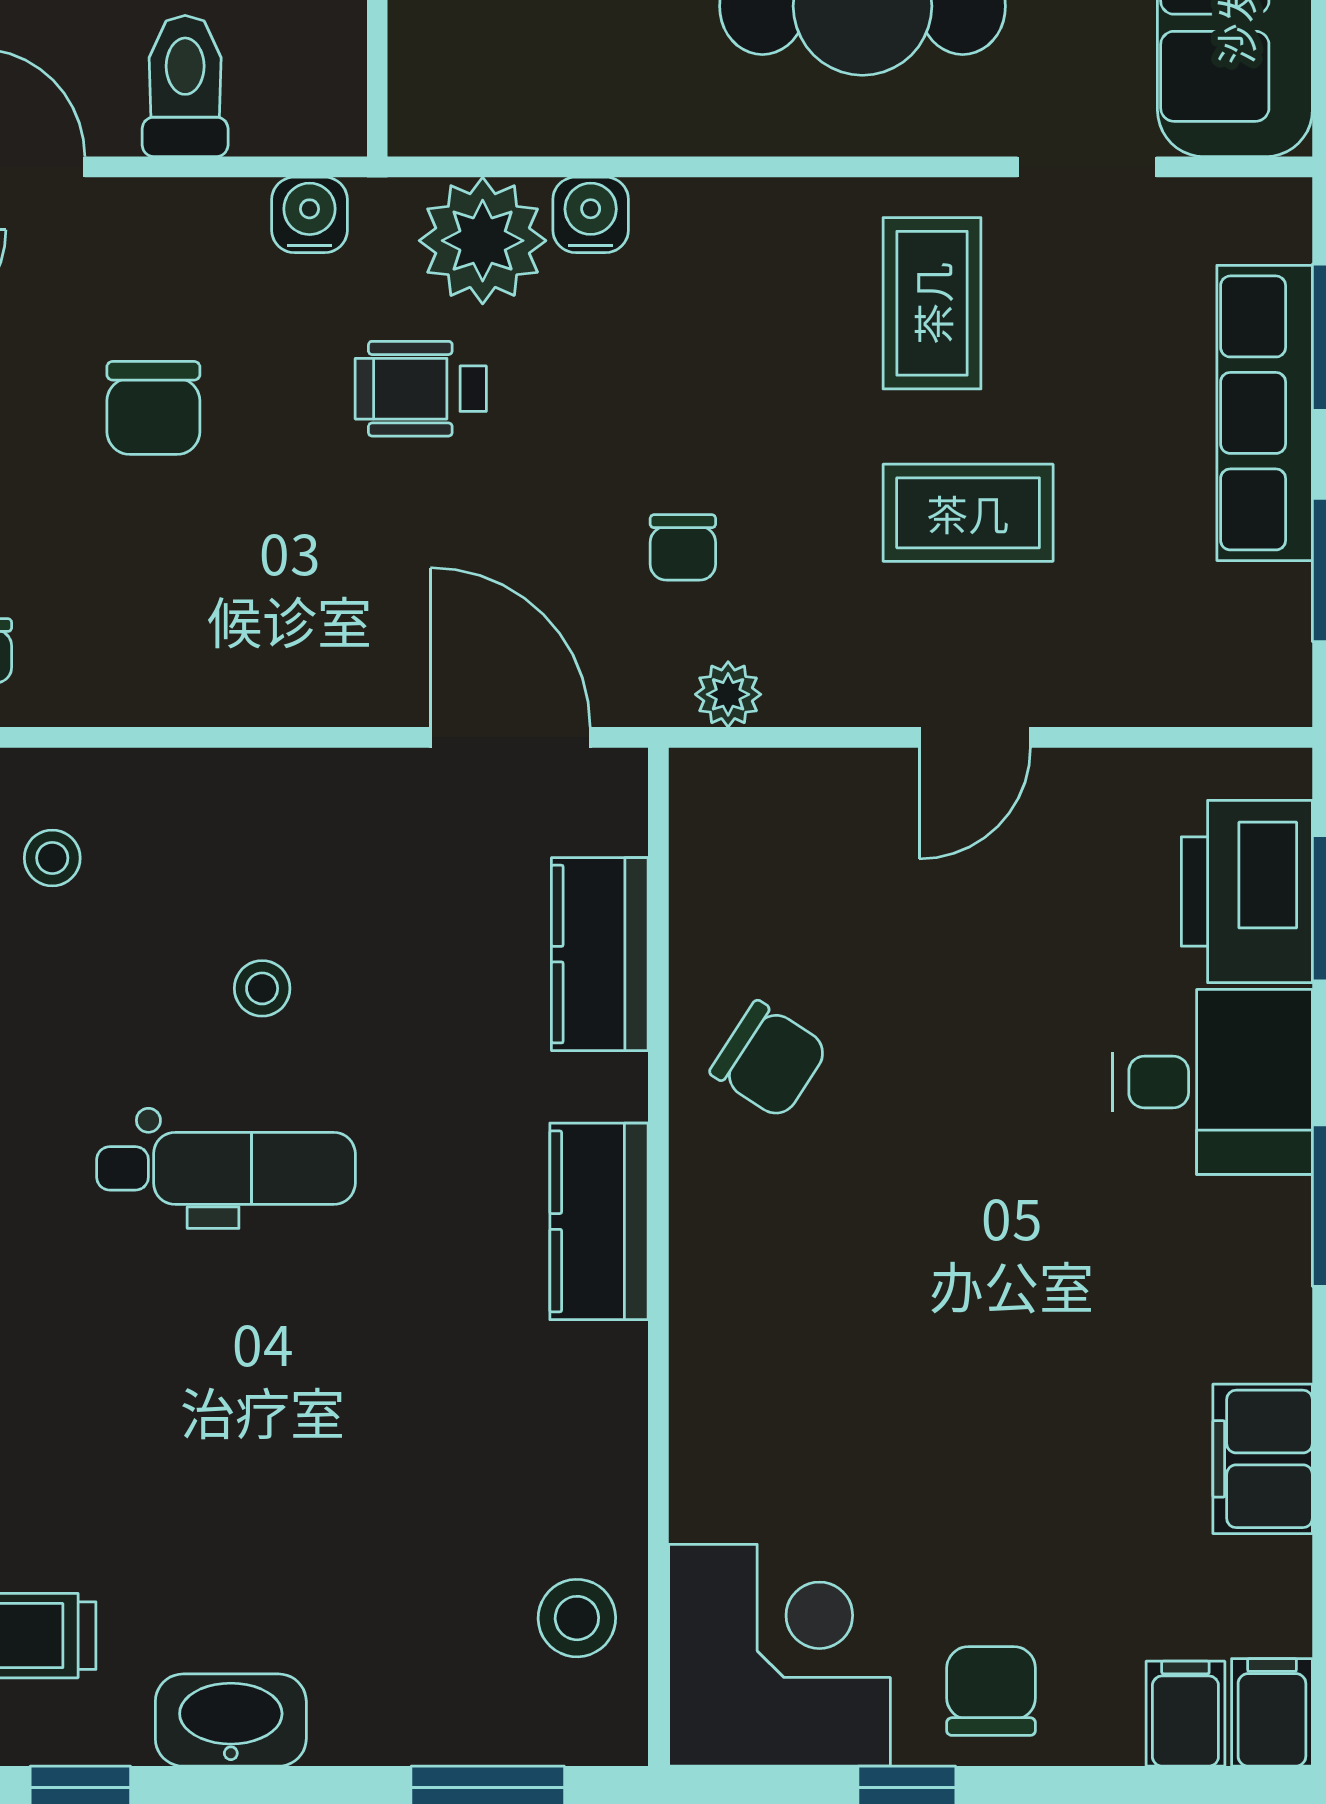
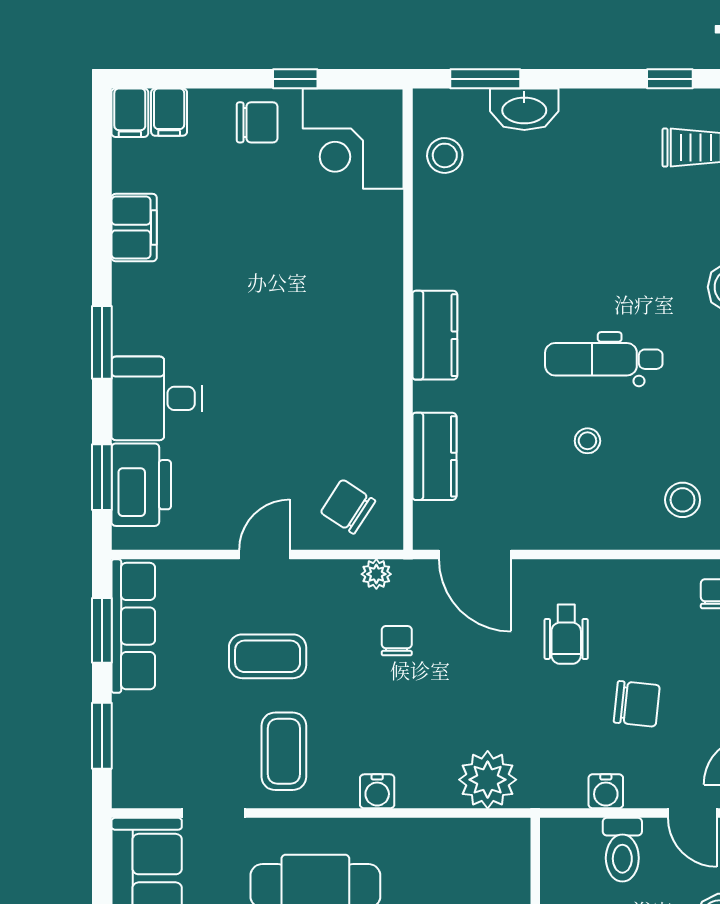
water cooler: (310, 215) -> (606, 791), moved
water cooler: (591, 215) -> (377, 791), moved
wheelchair: (421, 389) -> (566, 634), moved, turned 90
chair: (153, 408) -> (637, 704), turned 96
row of seats: (1265, 413) -> (133, 626), moved
stool: (52, 858) -> (683, 500), width x1.37, depth x1.37
chair: (769, 1060) -> (348, 507), moved
chair: (991, 1691) -> (257, 122), turned -90
washbasin: (231, 1720) -> (524, 109), moved

